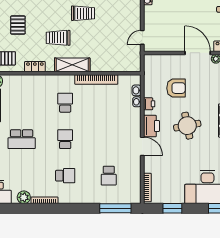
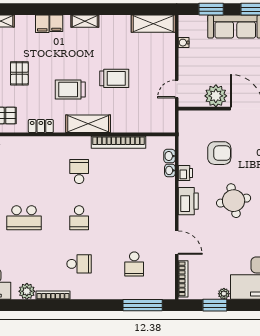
trolley: (83, 13) -> (114, 78), moved
plant: (173, 43) -> (216, 96), added
school desk: (65, 139) -> (79, 218), turned 180
door: (142, 146) -> (177, 243), moved
plant: (180, 199) -> (224, 294), added

